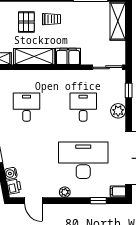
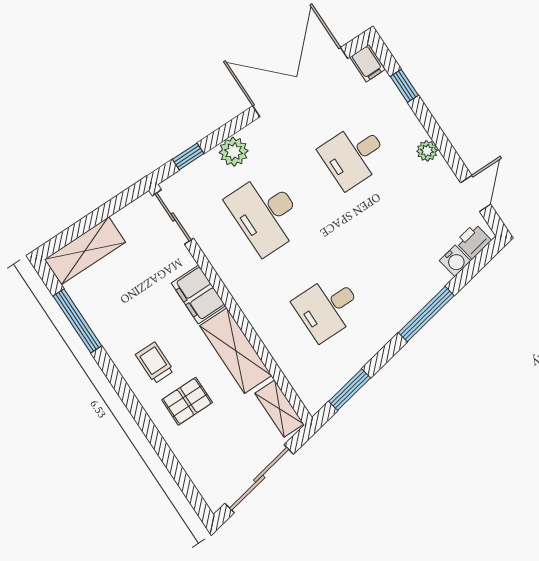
desk: (83, 107) -> (266, 214), width x1.37
desk: (83, 160) -> (354, 155), width x0.53, depth x0.77

